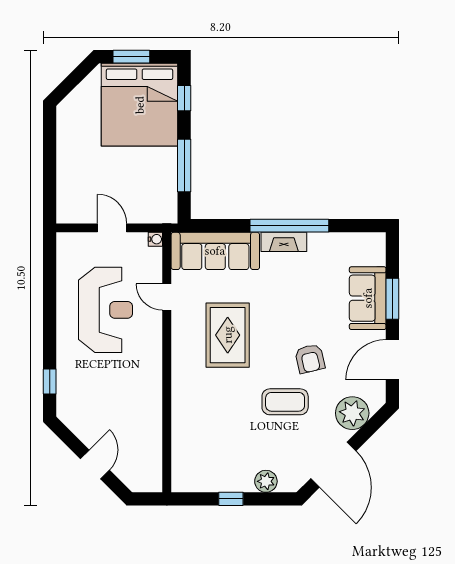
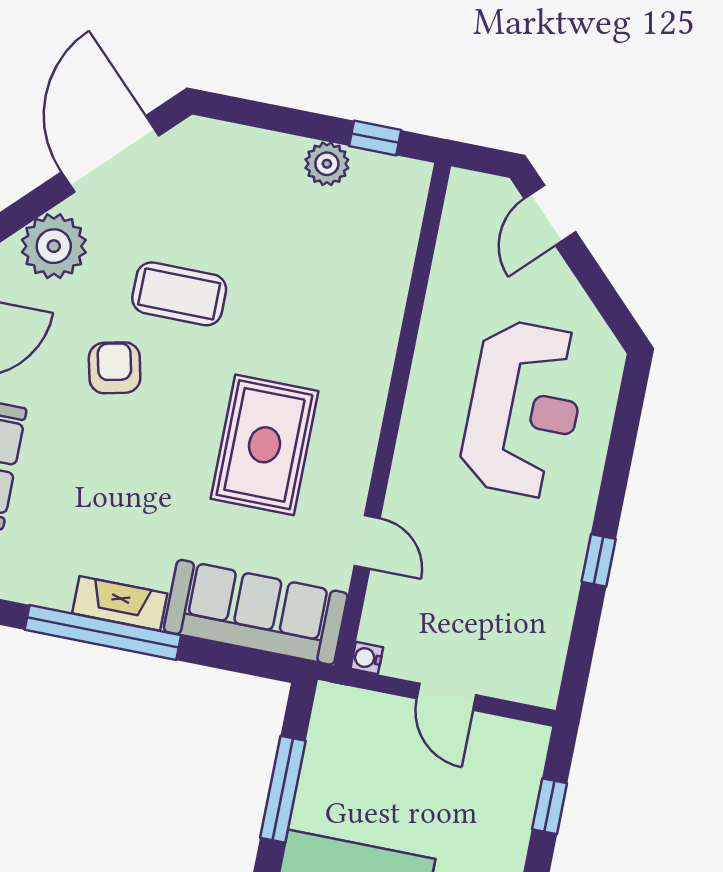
window: (50, 184) -> (550, 806), added
reception desk: (106, 310) -> (524, 409), moved, turned 180
window: (50, 382) -> (599, 560), moved
door: (95, 464) -> (550, 215), moved
plant: (266, 481) -> (327, 164), moved
window: (231, 499) -> (375, 138), moved

